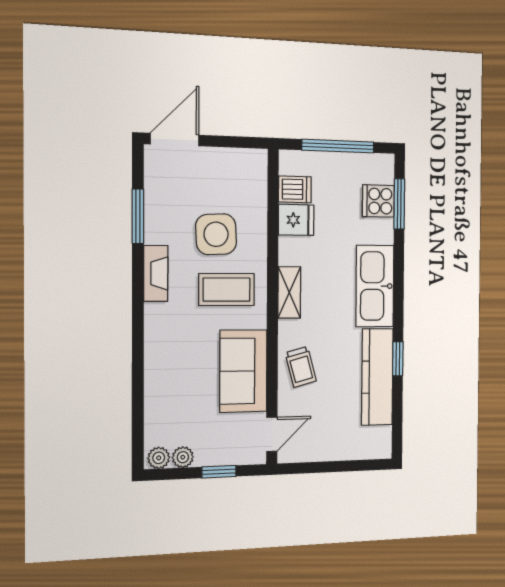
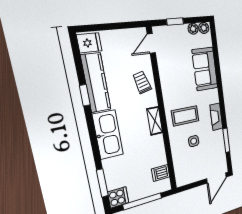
cooker: (378, 201) -> (118, 197), moved
fridge: (296, 220) -> (89, 43), moved, turned 180
side table: (216, 234) -> (194, 141), width x0.54, depth x0.54
sofa: (243, 371) -> (205, 69), moved, turned 180

